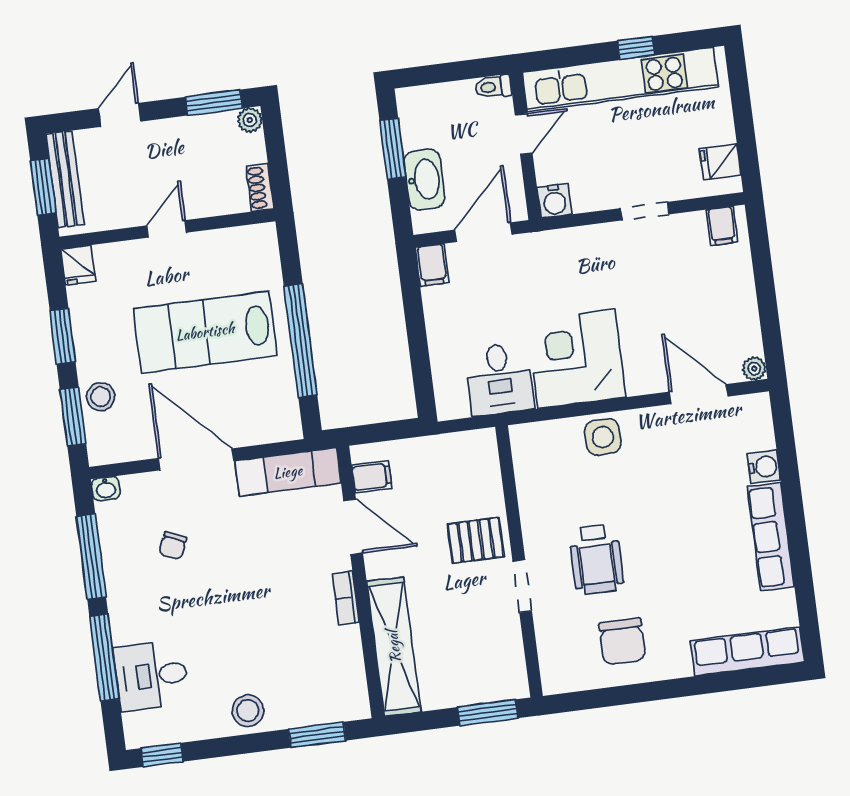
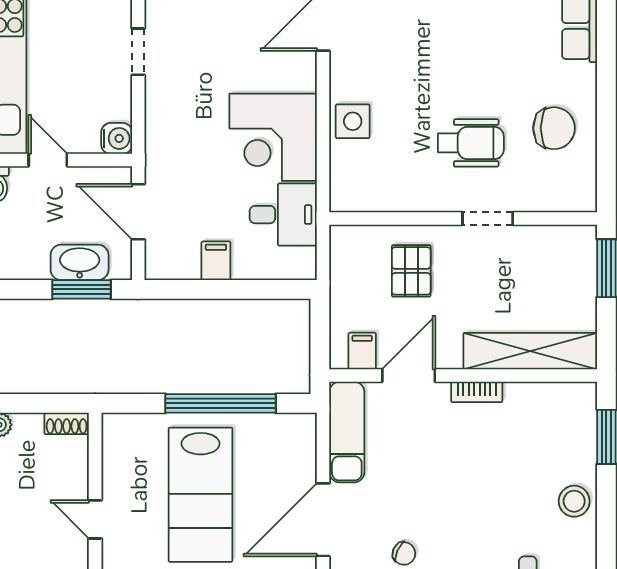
window: (393, 149) -> (81, 289), moved
filing cabinet: (432, 265) -> (216, 261), moved, turned -90
pallet: (476, 540) -> (411, 271), moved

